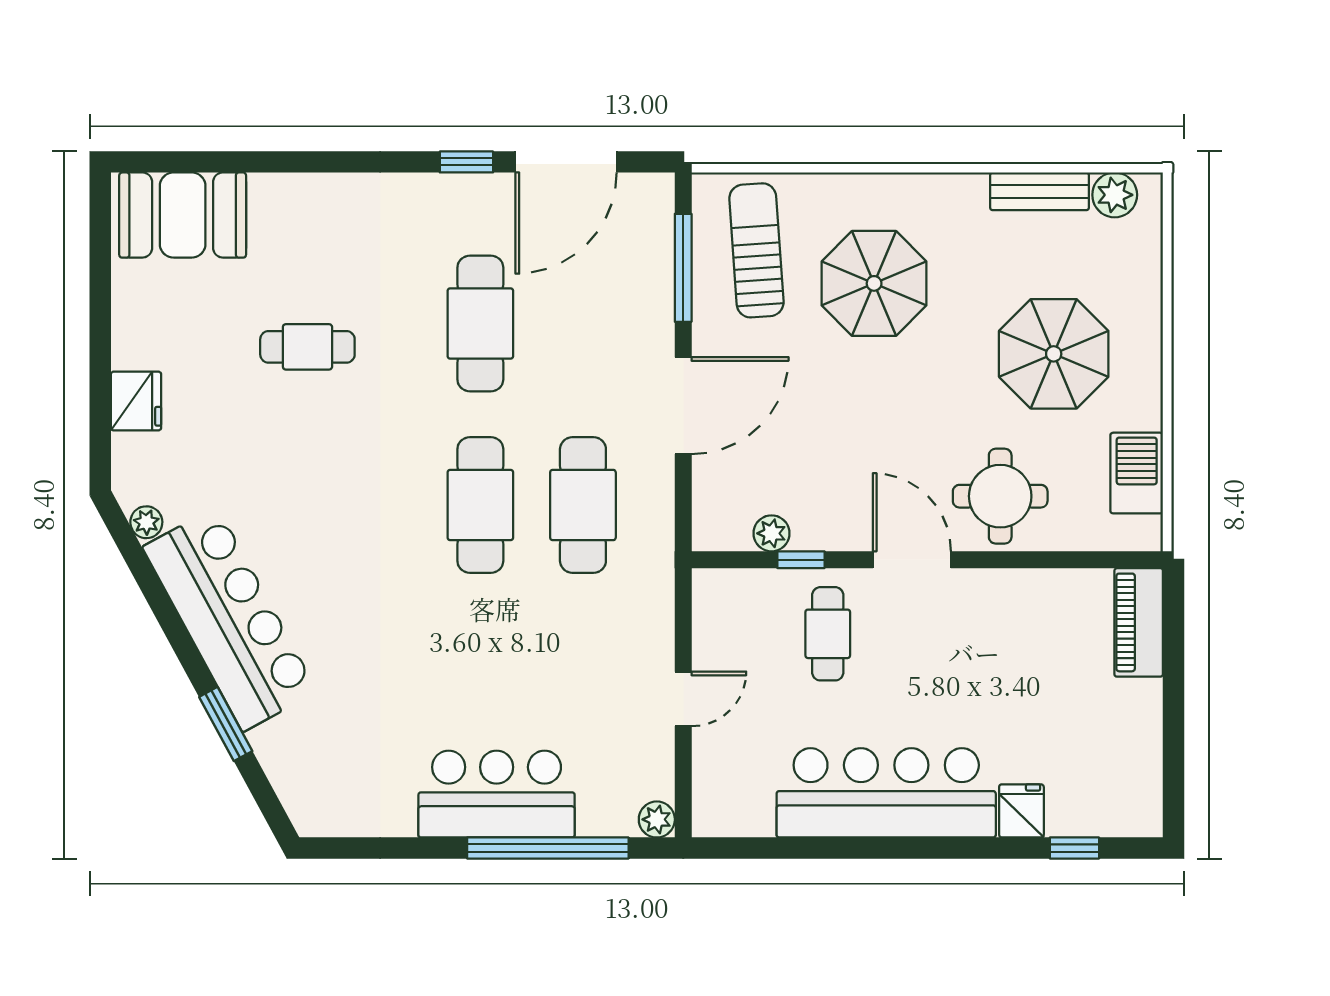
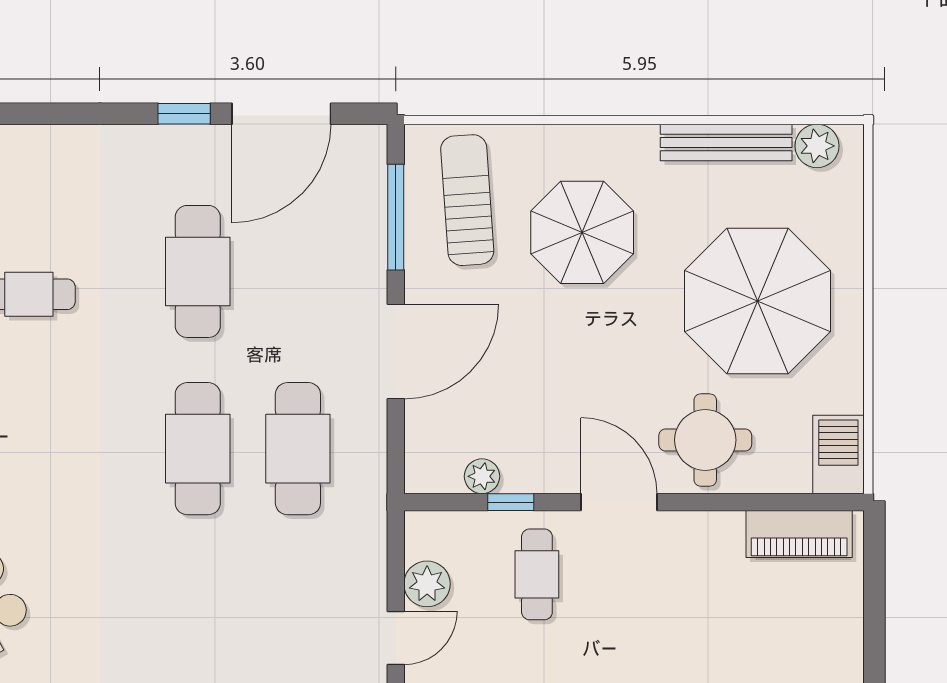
bench: (1040, 191) -> (726, 142), width x1.36
parasol: (1054, 354) -> (757, 301), width x1.36, depth x1.36
barbecue: (1137, 473) -> (838, 454), moved
piano: (1139, 622) -> (799, 534), moved, turned -90
plant: (715, 644) -> (427, 584), added

